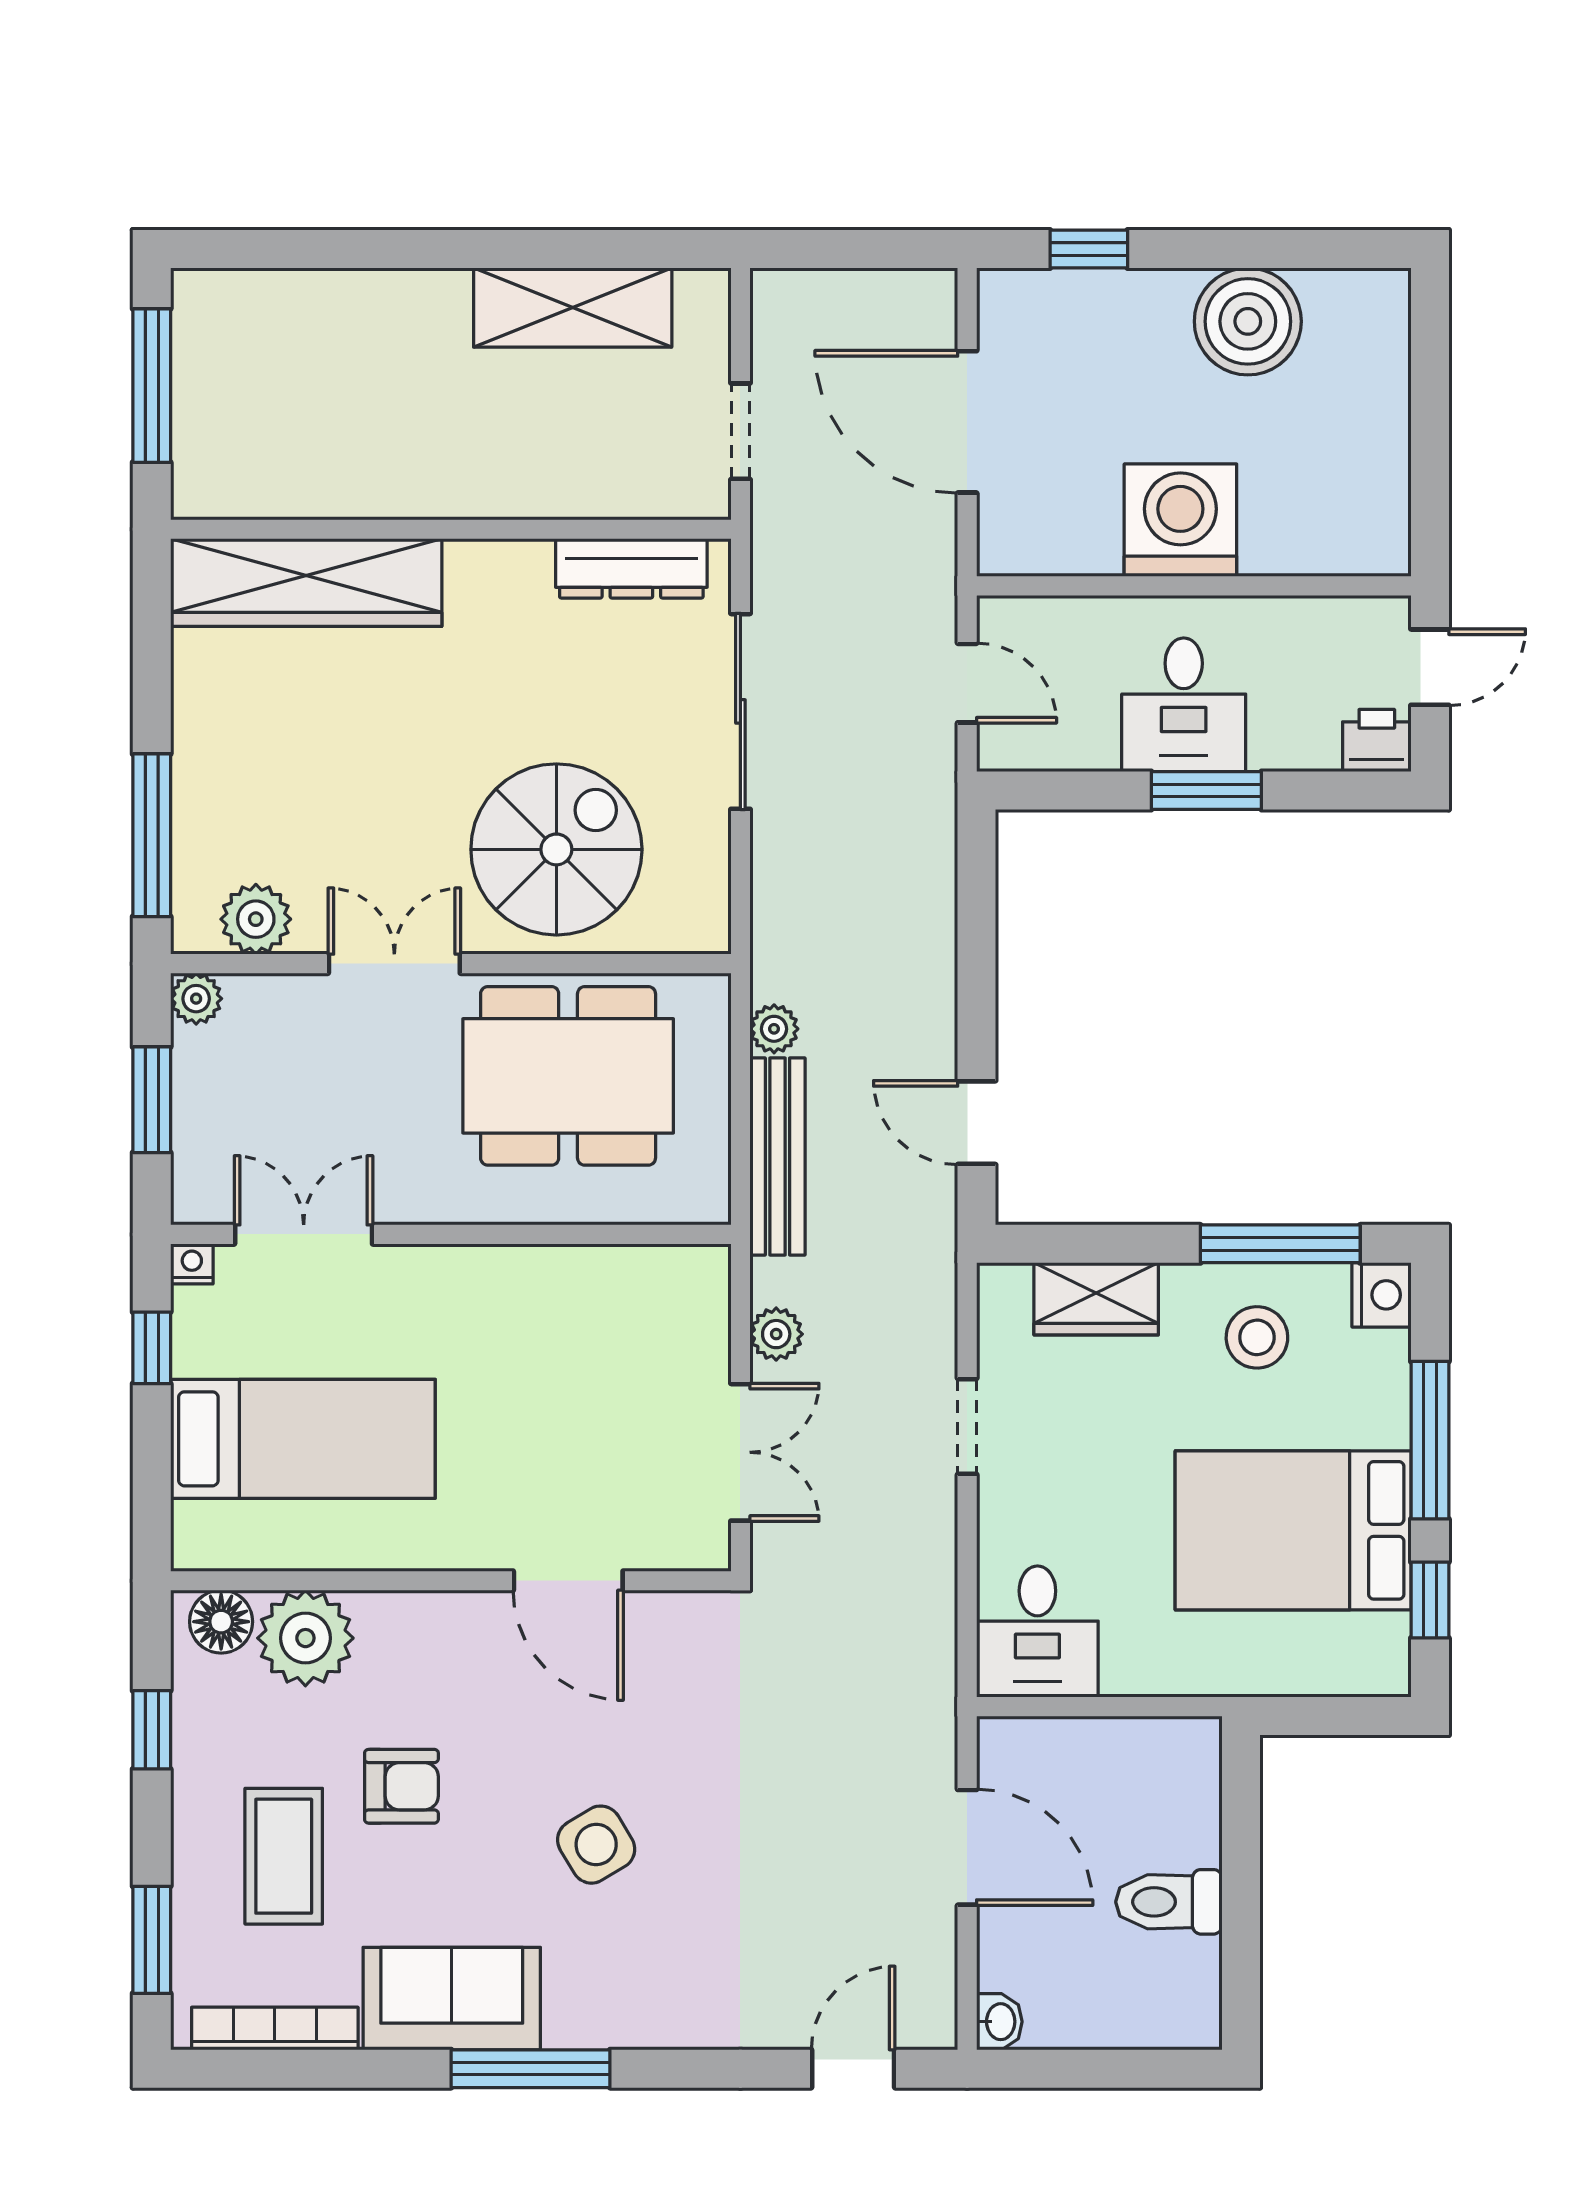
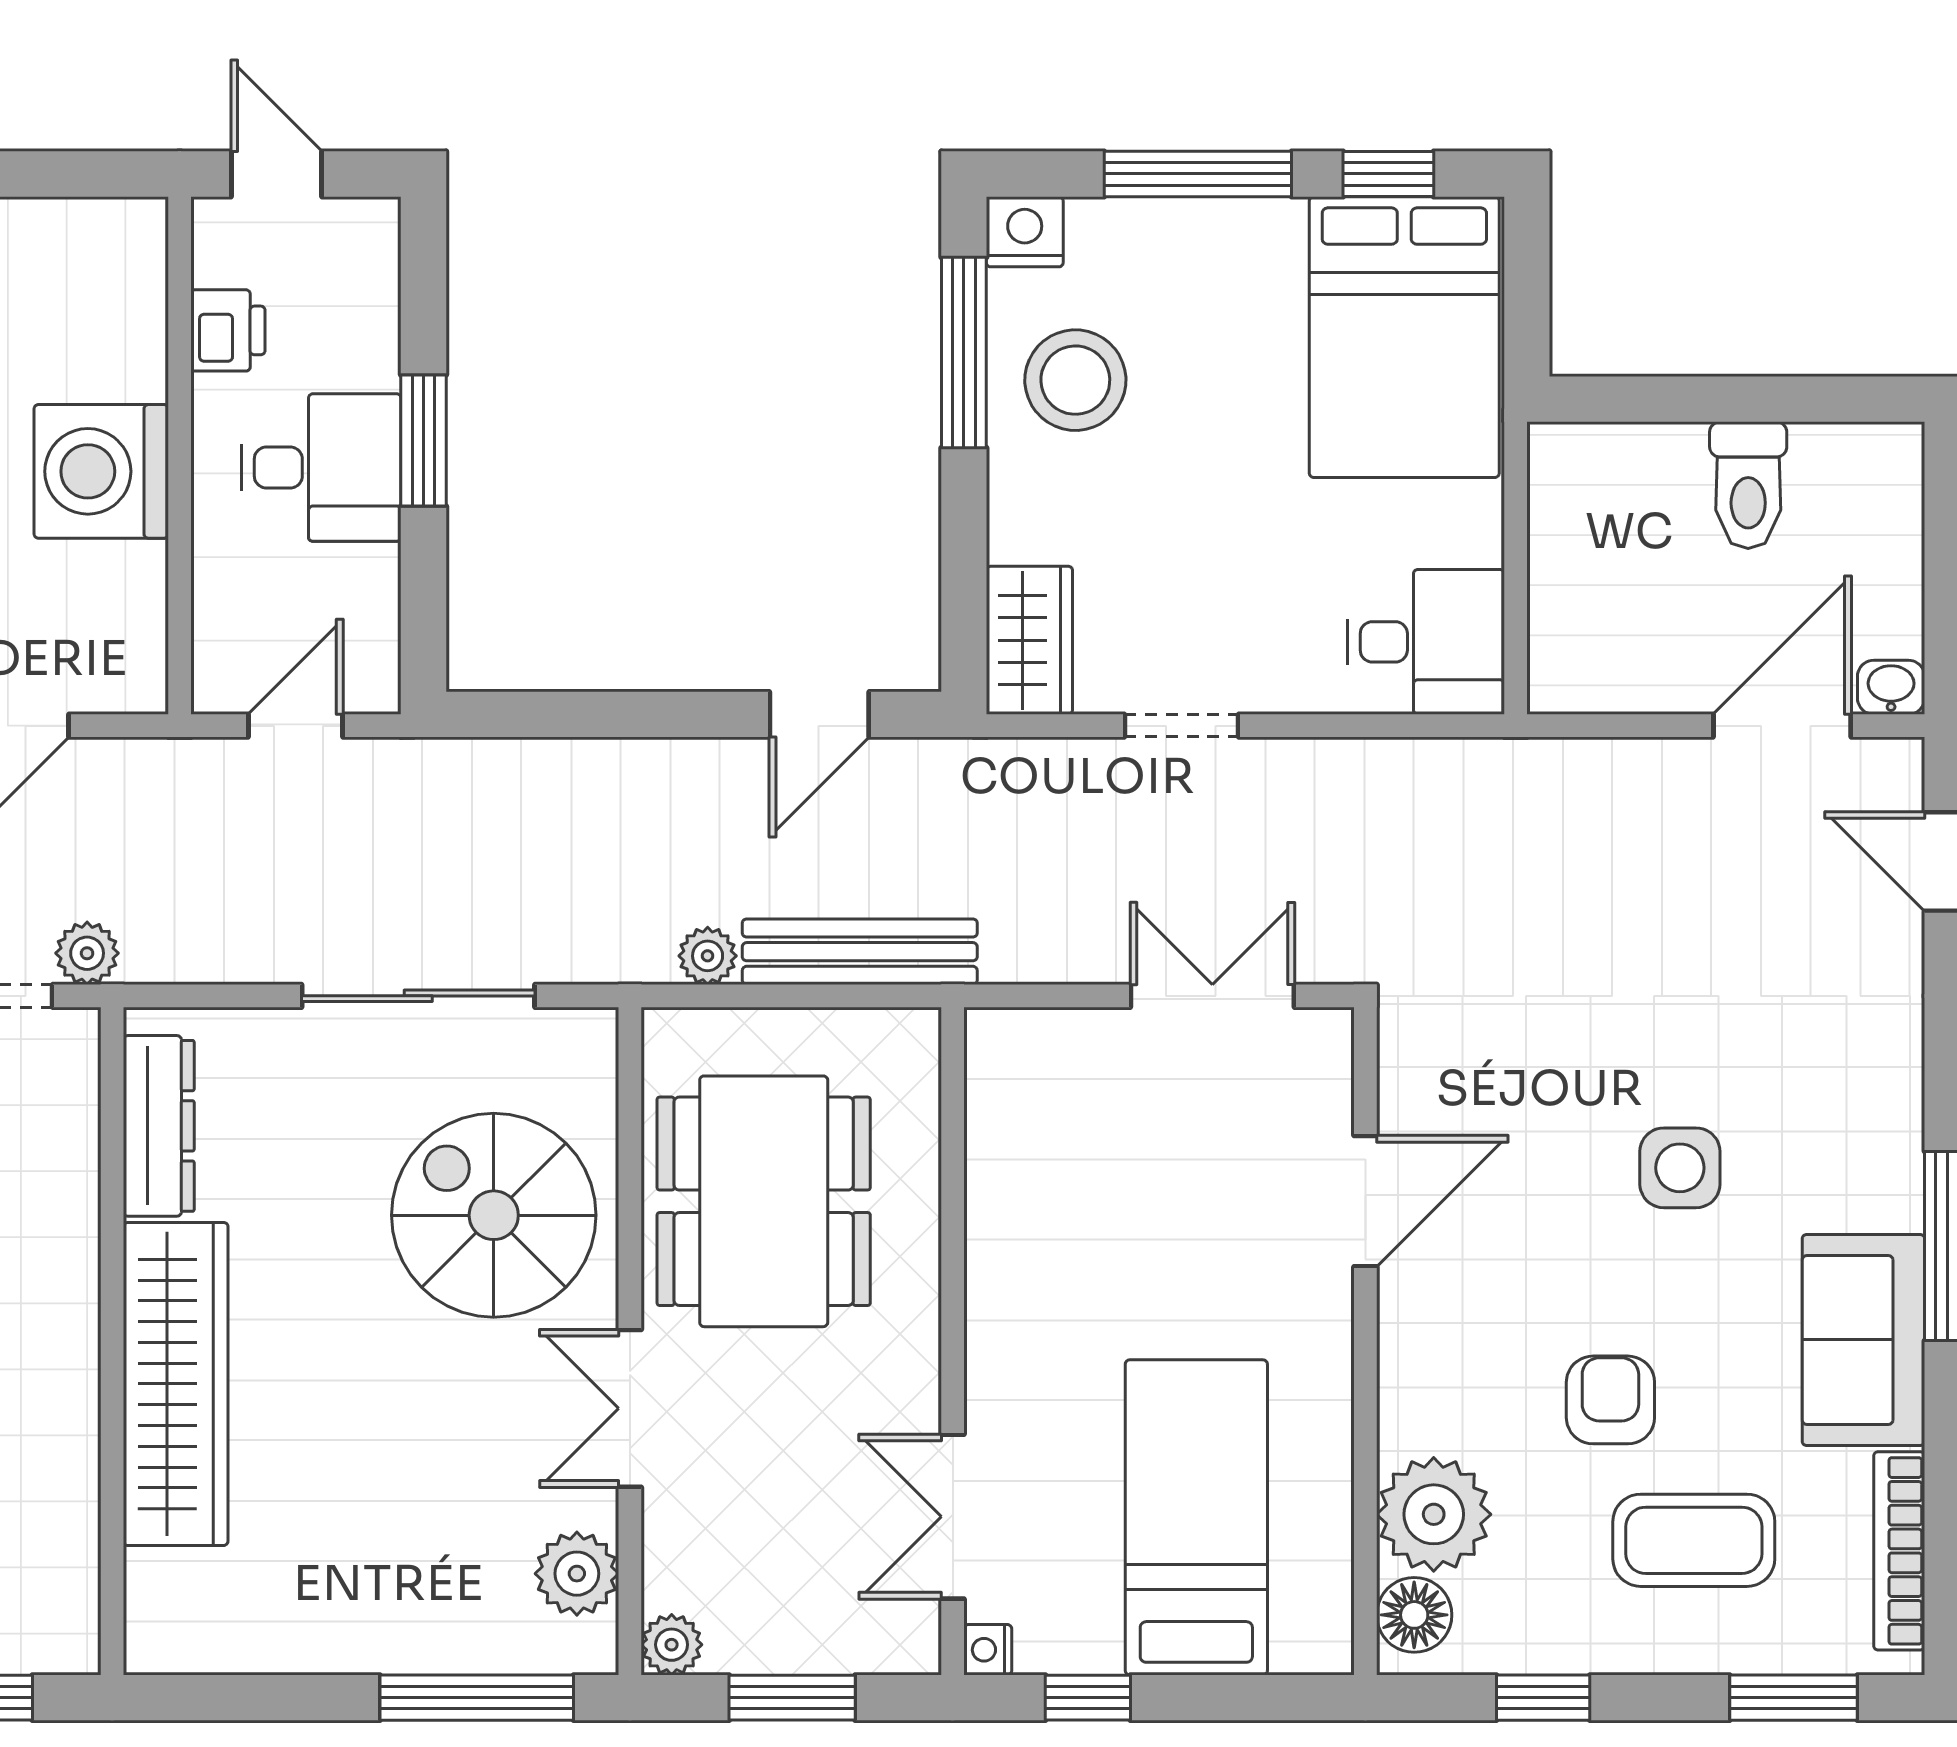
wardrobe: (306, 583) -> (176, 1384), moved
sliding door: (740, 711) -> (418, 996), moved
printer: (1377, 741) -> (228, 330), moved, turned 180
wardrobe: (1096, 1299) -> (1029, 640), moved
plant: (776, 1334) -> (87, 953), moved
stool: (1257, 1337) -> (1075, 380), width x1.38, depth x1.38
bed: (1293, 1530) -> (1404, 337), moved
side table: (596, 1845) -> (1680, 1168), turned 31
door: (967, 1847) -> (1782, 726), moved

